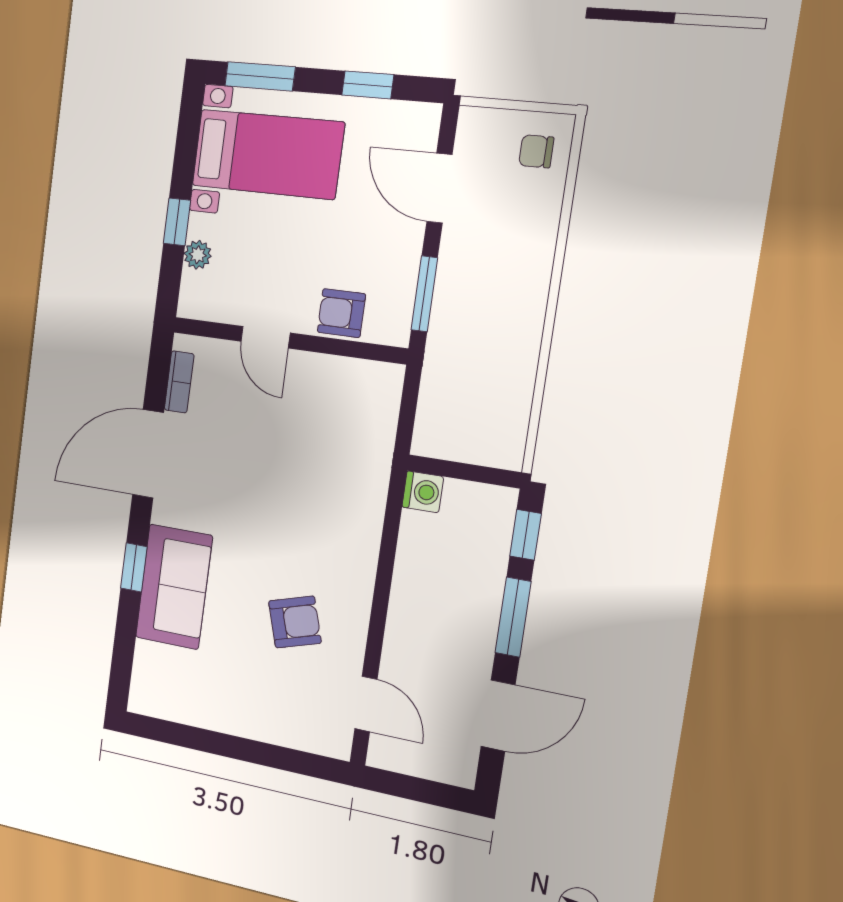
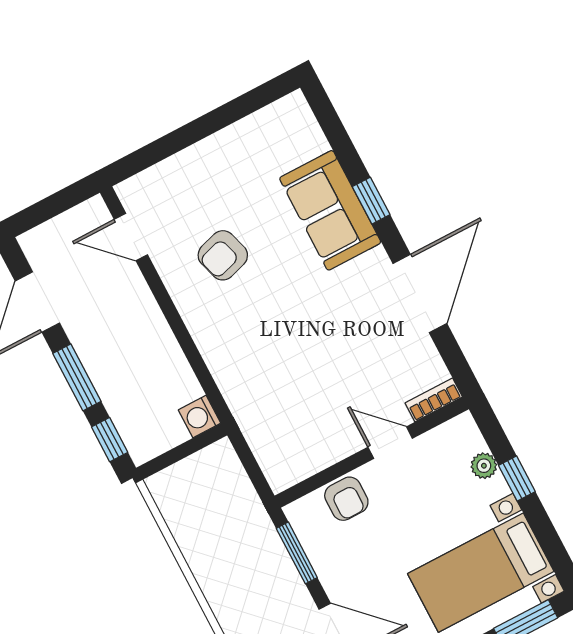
armchair: (341, 313) -> (346, 499), turned 90
bookcase: (179, 382) -> (434, 400), moved, turned 90

